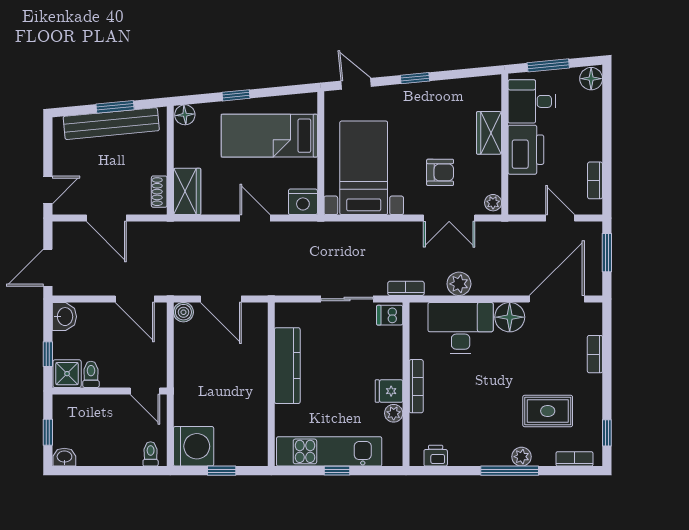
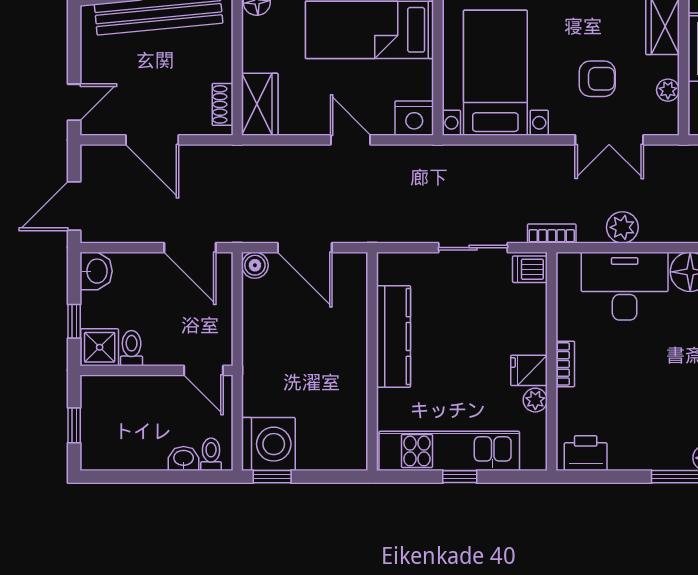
plant: (493, 203) -> (668, 90), moved
bookcase: (416, 386) -> (565, 364), width x0.64
printer: (436, 456) -> (586, 453), width x1.36, depth x1.24
washbasin: (64, 457) -> (184, 459), moved
window: (222, 471) -> (272, 477), moved

